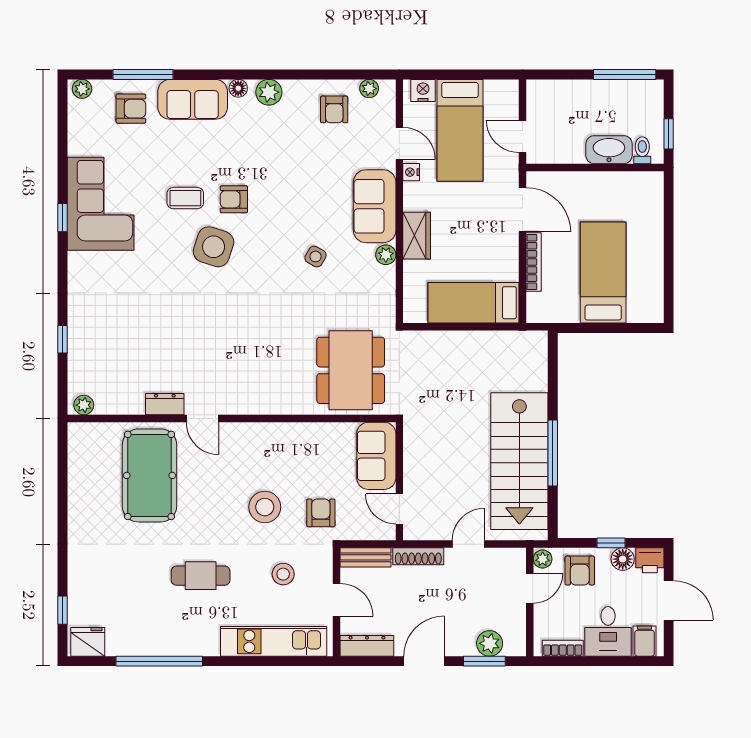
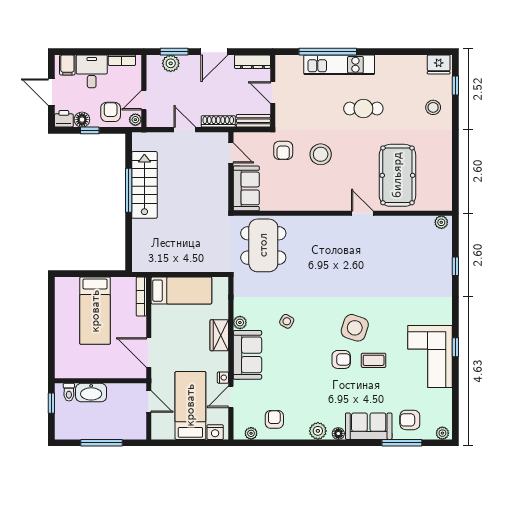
window: (625, 74) -> (101, 443), moved
door: (399, 143) -> (231, 397), hinge flipped
bookcase: (534, 262) -> (141, 297), moved
dresser: (165, 404) -> (387, 223), removed
stairs: (519, 461) -> (144, 185), width x0.73, depth x0.66
door: (469, 544) -> (185, 130), swing flipped
stool: (283, 574) -> (433, 107), moved
kitchen unit: (274, 641) -> (339, 65), moved
window: (159, 661) -> (328, 52), moved

